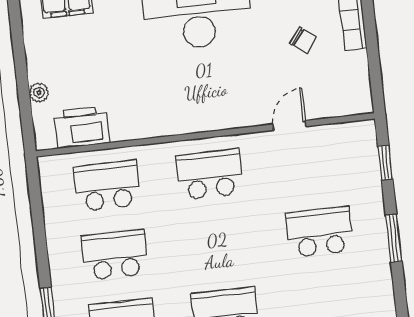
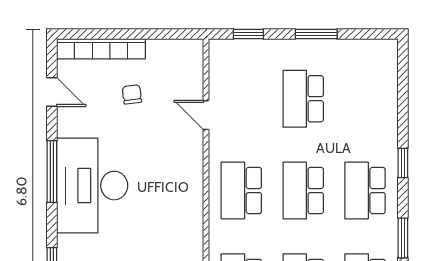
chair: (303, 40) -> (132, 94), turned -45
school desk: (217, 243) -> (303, 191), added

